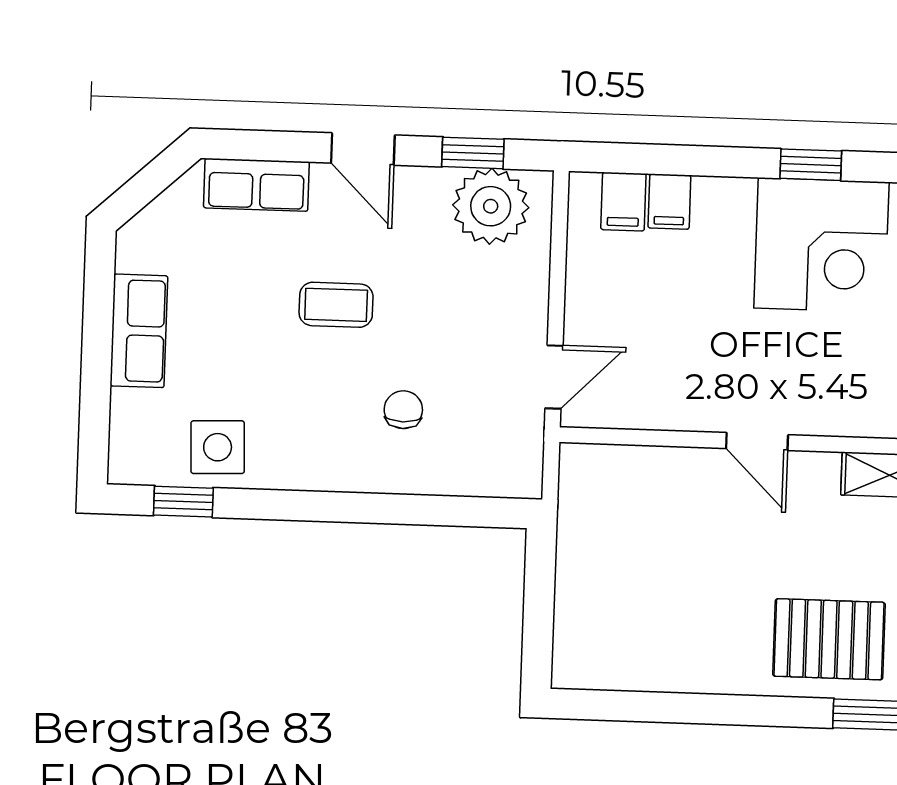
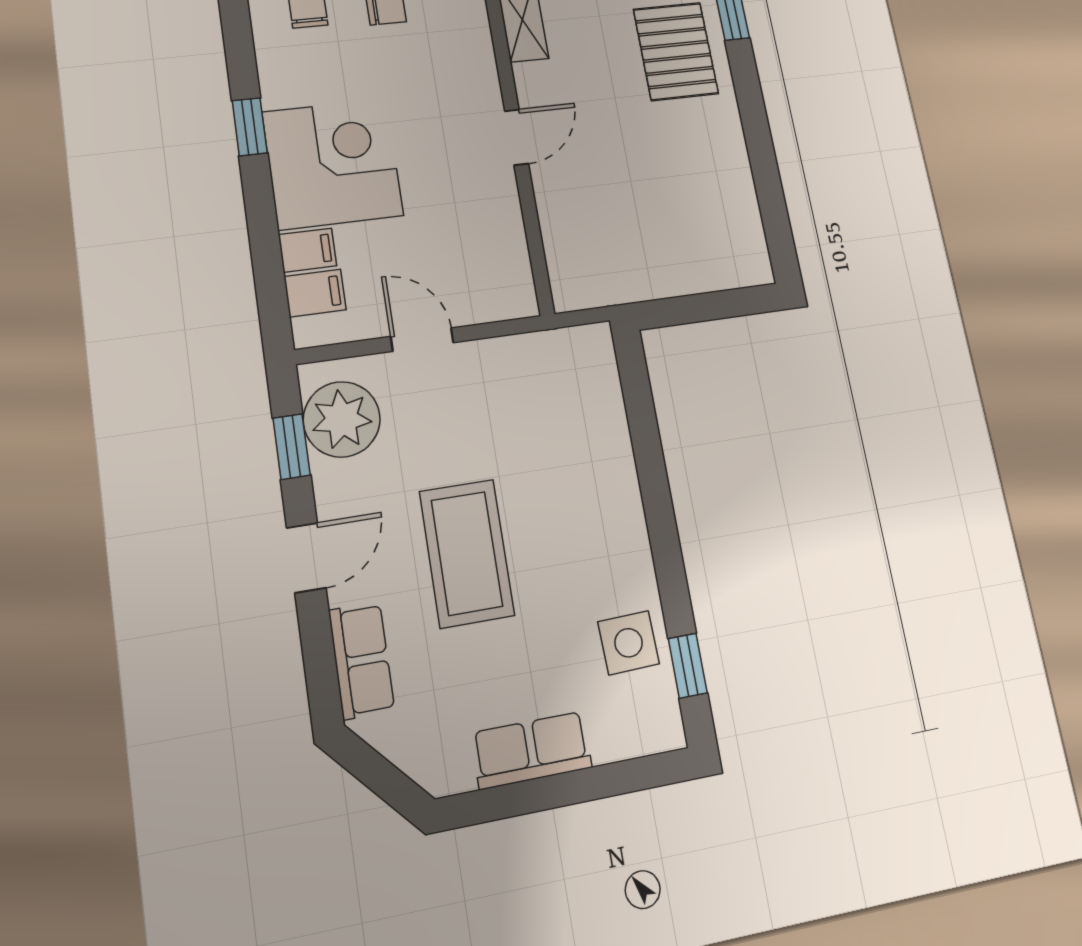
corner desk: (821, 245) -> (333, 164), moved
coffee table: (336, 305) -> (467, 553), width x1.86, depth x1.72
door: (554, 377) -> (422, 340), moved
chair: (403, 410) -> (555, 467), removed

